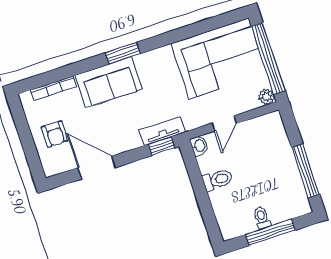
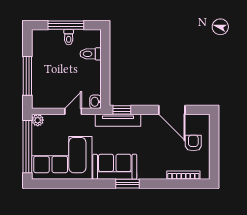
sofa: (109, 82) -> (115, 167), moved
tv unit: (162, 131) -> (118, 120), width x1.41
window: (306, 171) -> (27, 76), moved
toilet: (218, 180) -> (91, 54), moved

